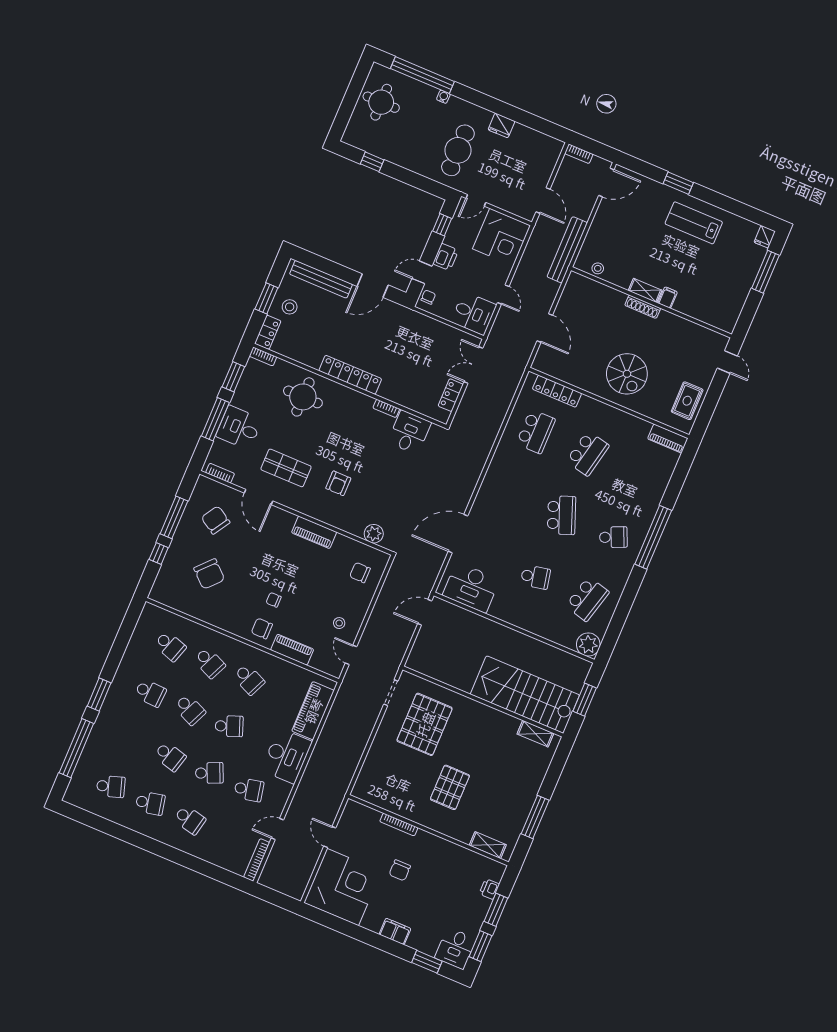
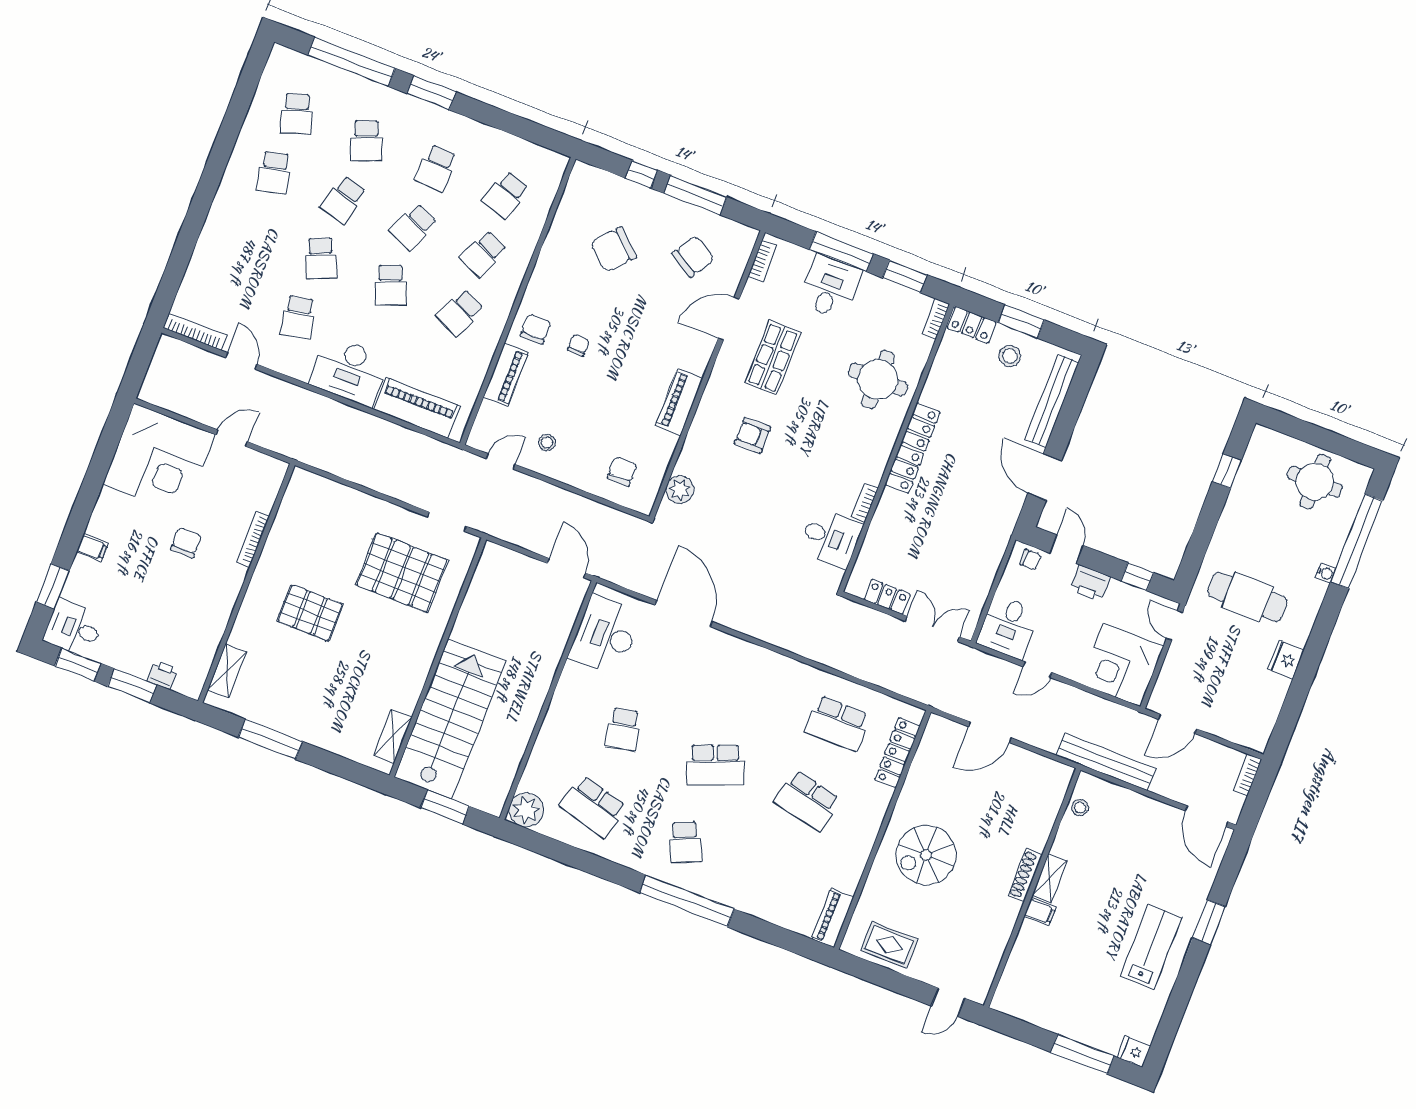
school desk: (190, 820) -> (366, 141), moved, turned -33
chair: (400, 870) -> (186, 543), turned 90
filing cabinet: (395, 931) -> (92, 548), width x0.50

